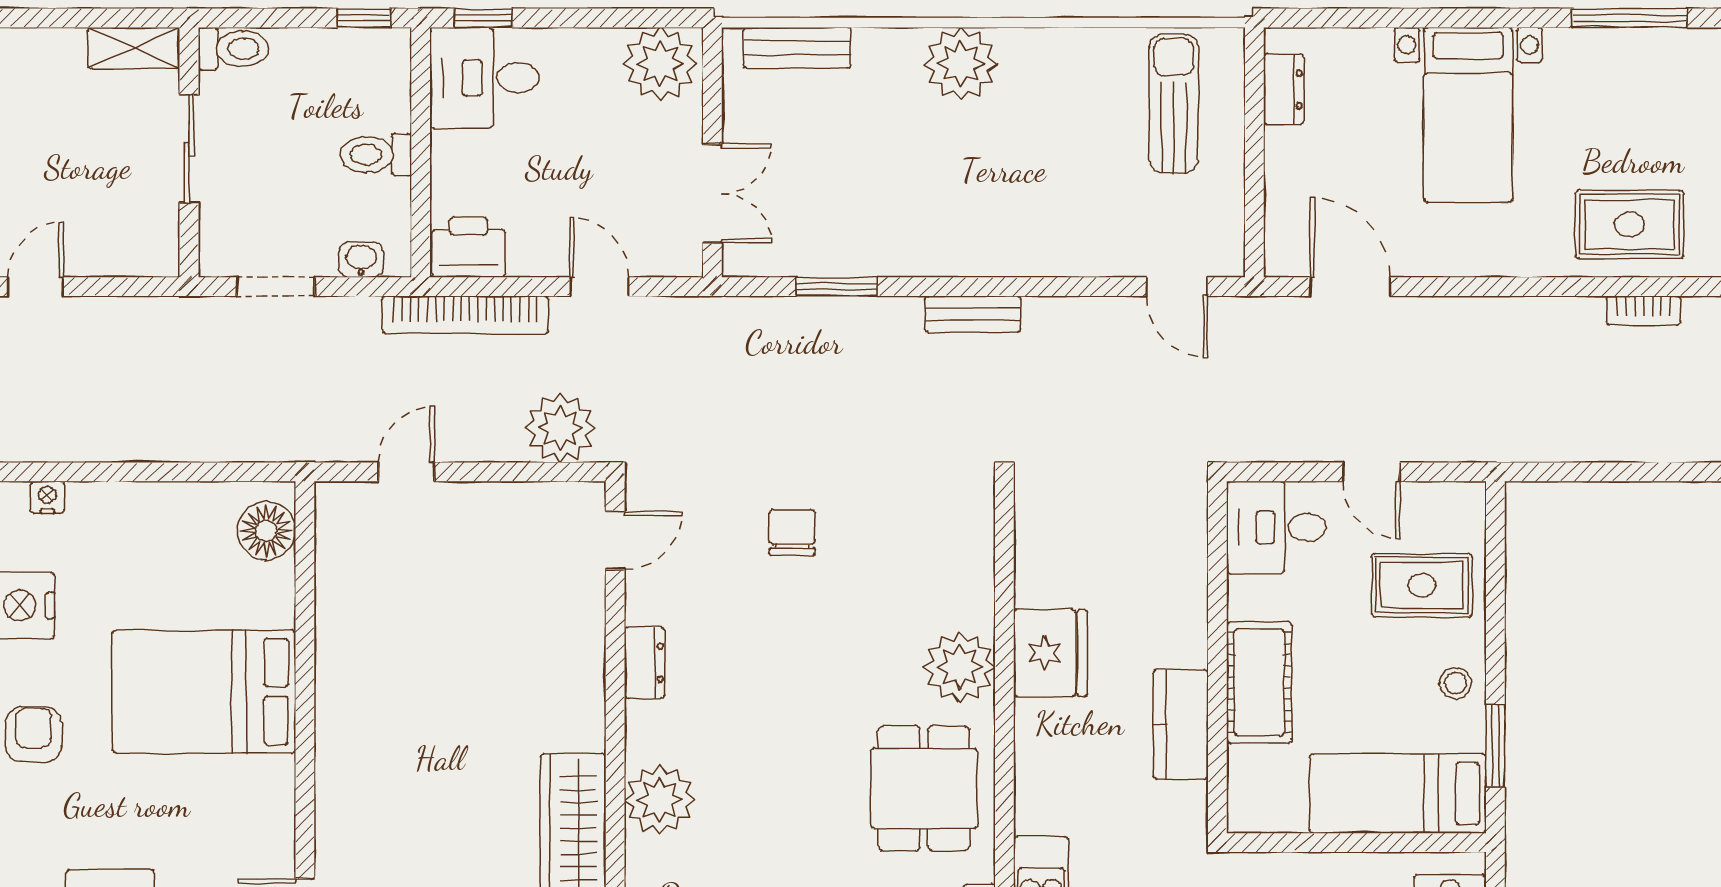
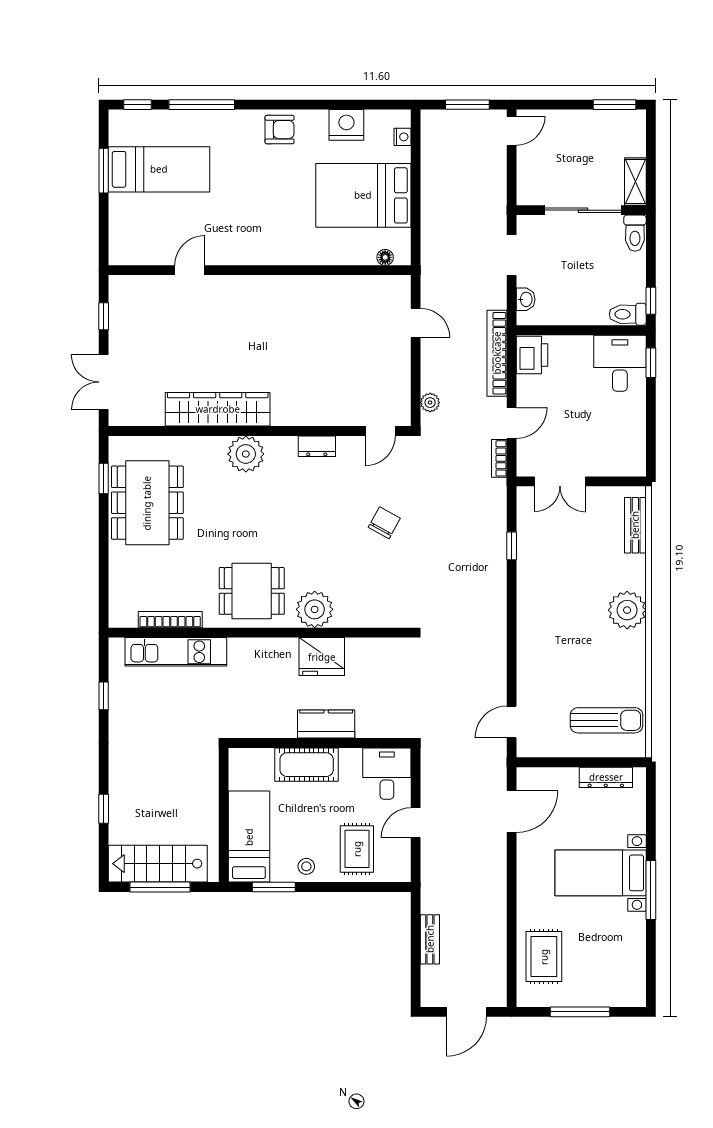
window: (1630, 18) -> (651, 890), moved
plant: (660, 64) -> (627, 454), removed
dresser: (1284, 89) -> (606, 777), width x1.44
sliding door: (189, 149) -> (583, 210), width x1.37
toilet: (376, 155) -> (628, 314), moved, turned -90
door: (36, 287) -> (512, 131), hinge flipped
window: (837, 287) -> (512, 546), width x0.67
bookcase: (1644, 311) -> (499, 458), moved
bench: (973, 314) -> (430, 939), moved
plant: (560, 428) -> (430, 403), width x0.53, depth x0.53
floor lamp: (266, 531) -> (385, 257), width x0.53, depth x0.53
chair: (792, 532) -> (384, 523), turned -61
door: (615, 540) -> (380, 431), hinge flipped
bed: (204, 692) -> (363, 195), moved, turned -90
kitchen counter: (1181, 724) -> (326, 724), moved

